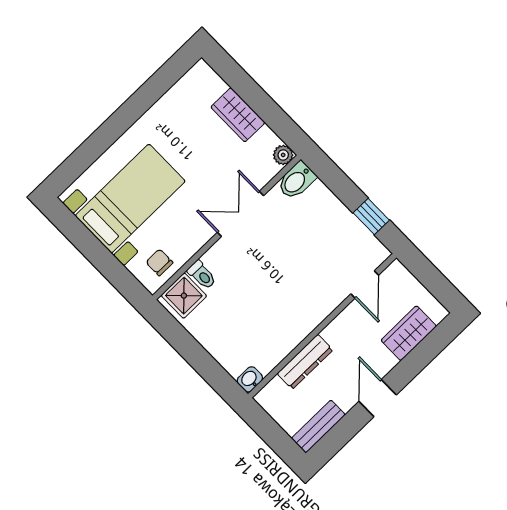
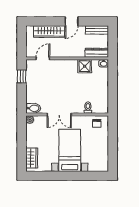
wardrobe: (238, 115) -> (32, 158), moved
bed with nightstands: (130, 199) -> (70, 150), moved, turned 90
shower: (184, 296) -> (85, 66), moved
wardrobe: (409, 333) -> (49, 32), width x1.50
dresser: (305, 362) -> (97, 53), moved

